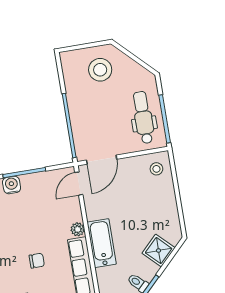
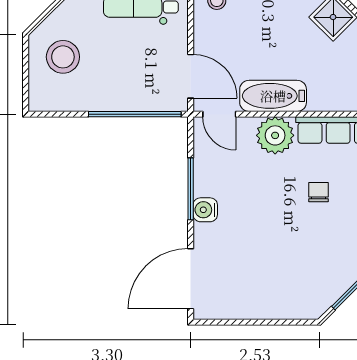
plant: (78, 229) -> (275, 135), width x1.87, depth x1.87
bathtub: (102, 243) -> (273, 96), moved

